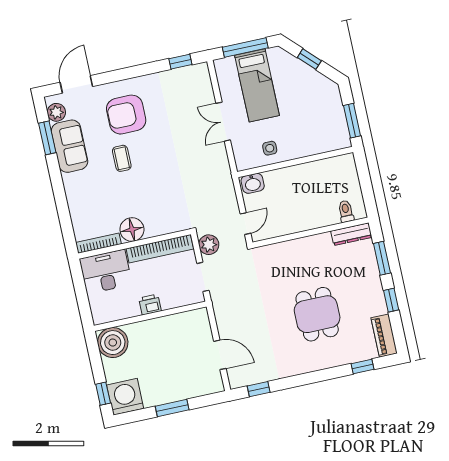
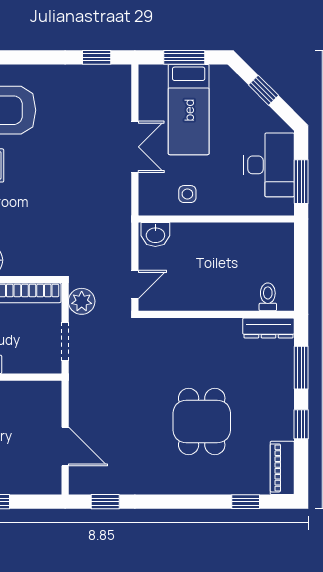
window: (245, 47) -> (184, 57), width x0.69
desk: (325, 113) -> (269, 165), added
double door: (223, 122) -> (135, 147), swing flipped

